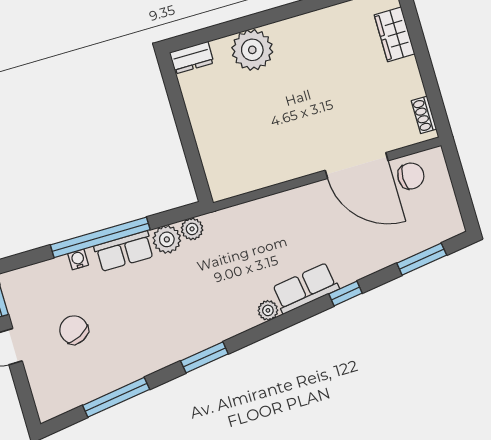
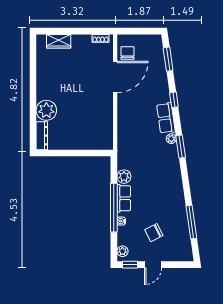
dresser: (192, 58) -> (42, 136), width x1.44
plant: (192, 229) -> (122, 251), moved
window: (204, 357) -> (181, 147), moved

